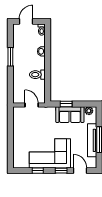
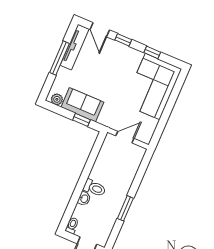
toilet: (37, 75) -> (94, 188), moved
door: (32, 105) -> (125, 137), swing flipped
tv unit: (92, 140) -> (75, 47), moved
corner sofa: (50, 153) -> (153, 86), moved, turned 90

